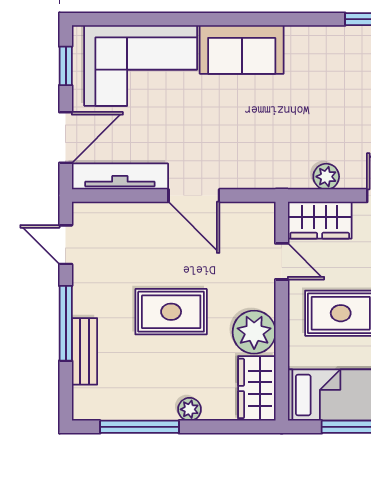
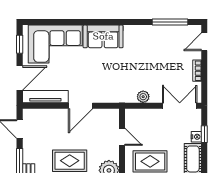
door: (194, 196) -> (80, 106), hinge flipped
wardrobe: (320, 220) -> (140, 117), removed

